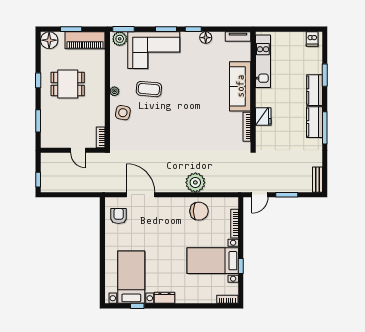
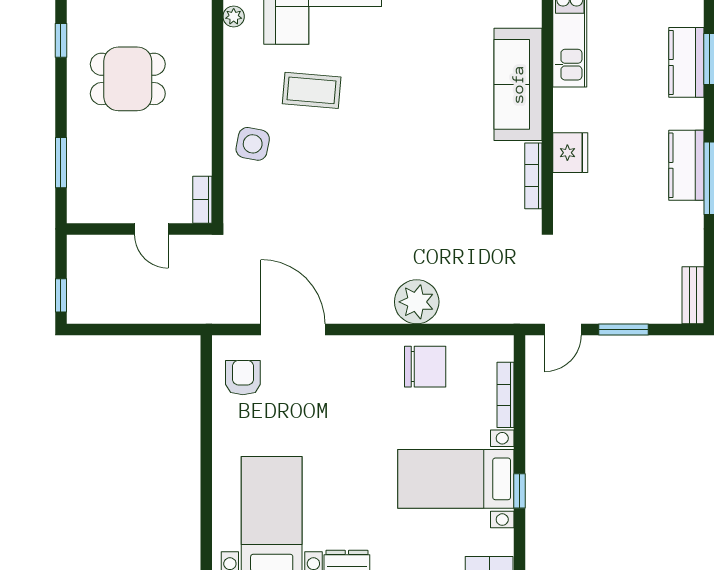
window: (38, 80) -> (61, 40), moved
kitchen counter: (315, 90) -> (686, 62), moved
plant: (114, 91) -> (234, 17), moved

